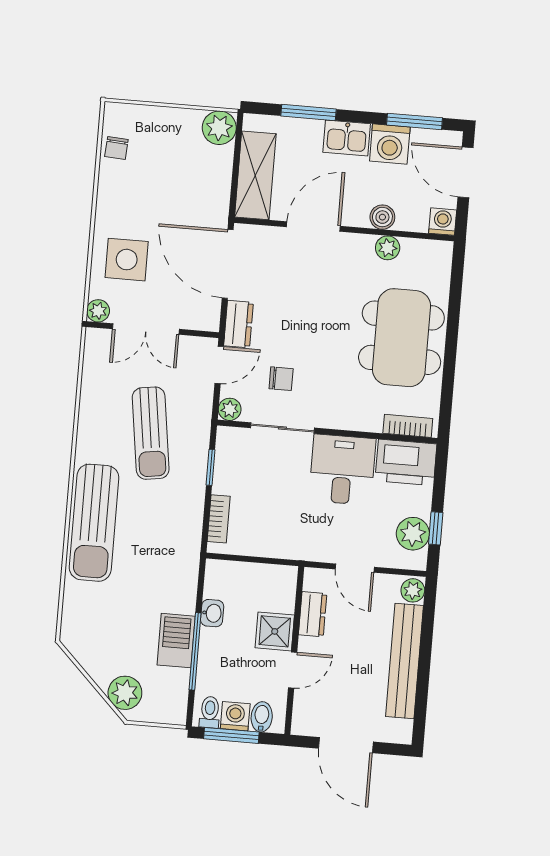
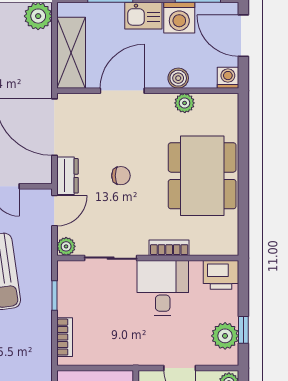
chair: (281, 379) -> (121, 176), moved
bookcase: (408, 426) -> (169, 248), moved
printer: (406, 462) -> (221, 275), width x0.73, depth x0.84

